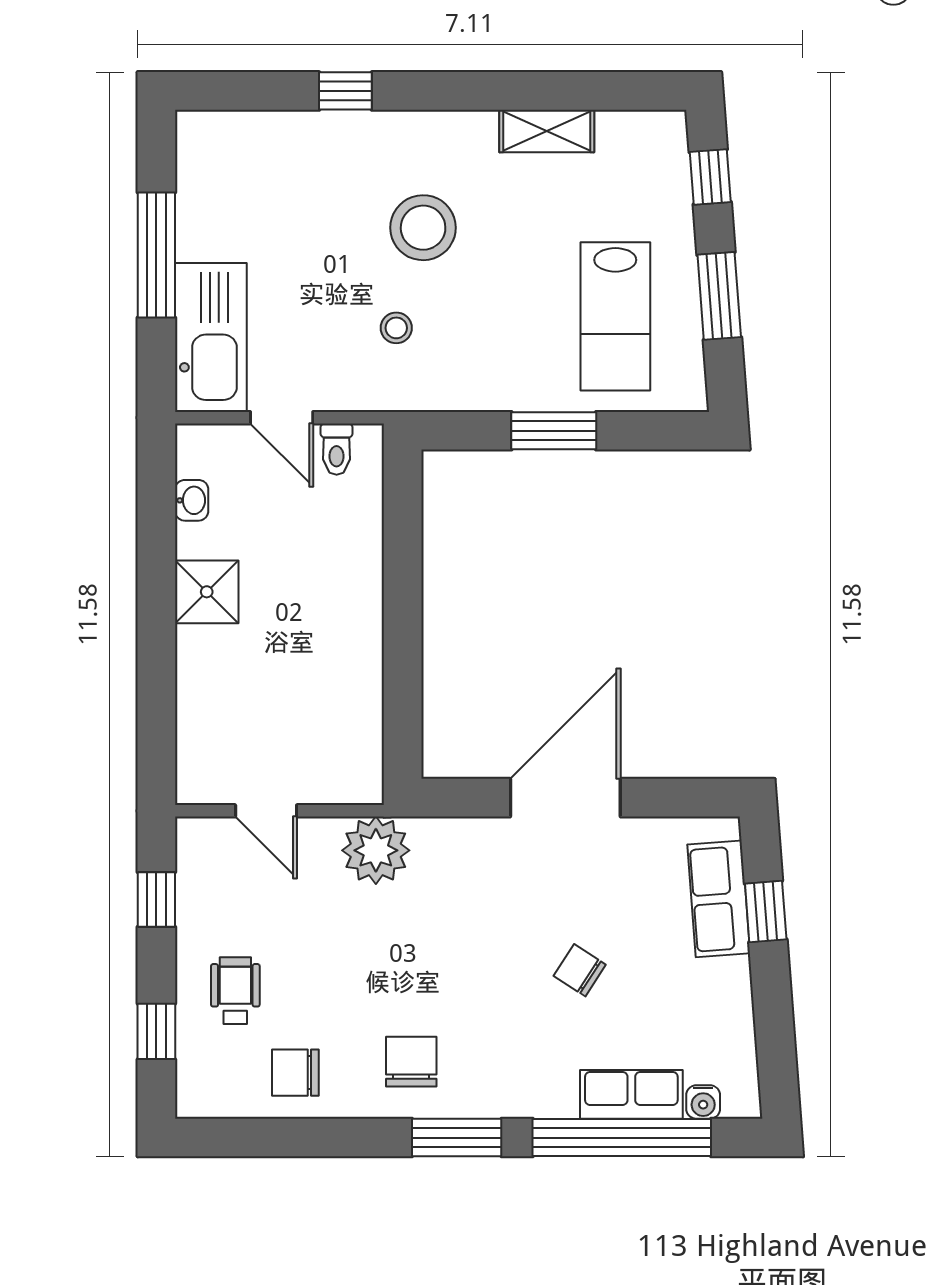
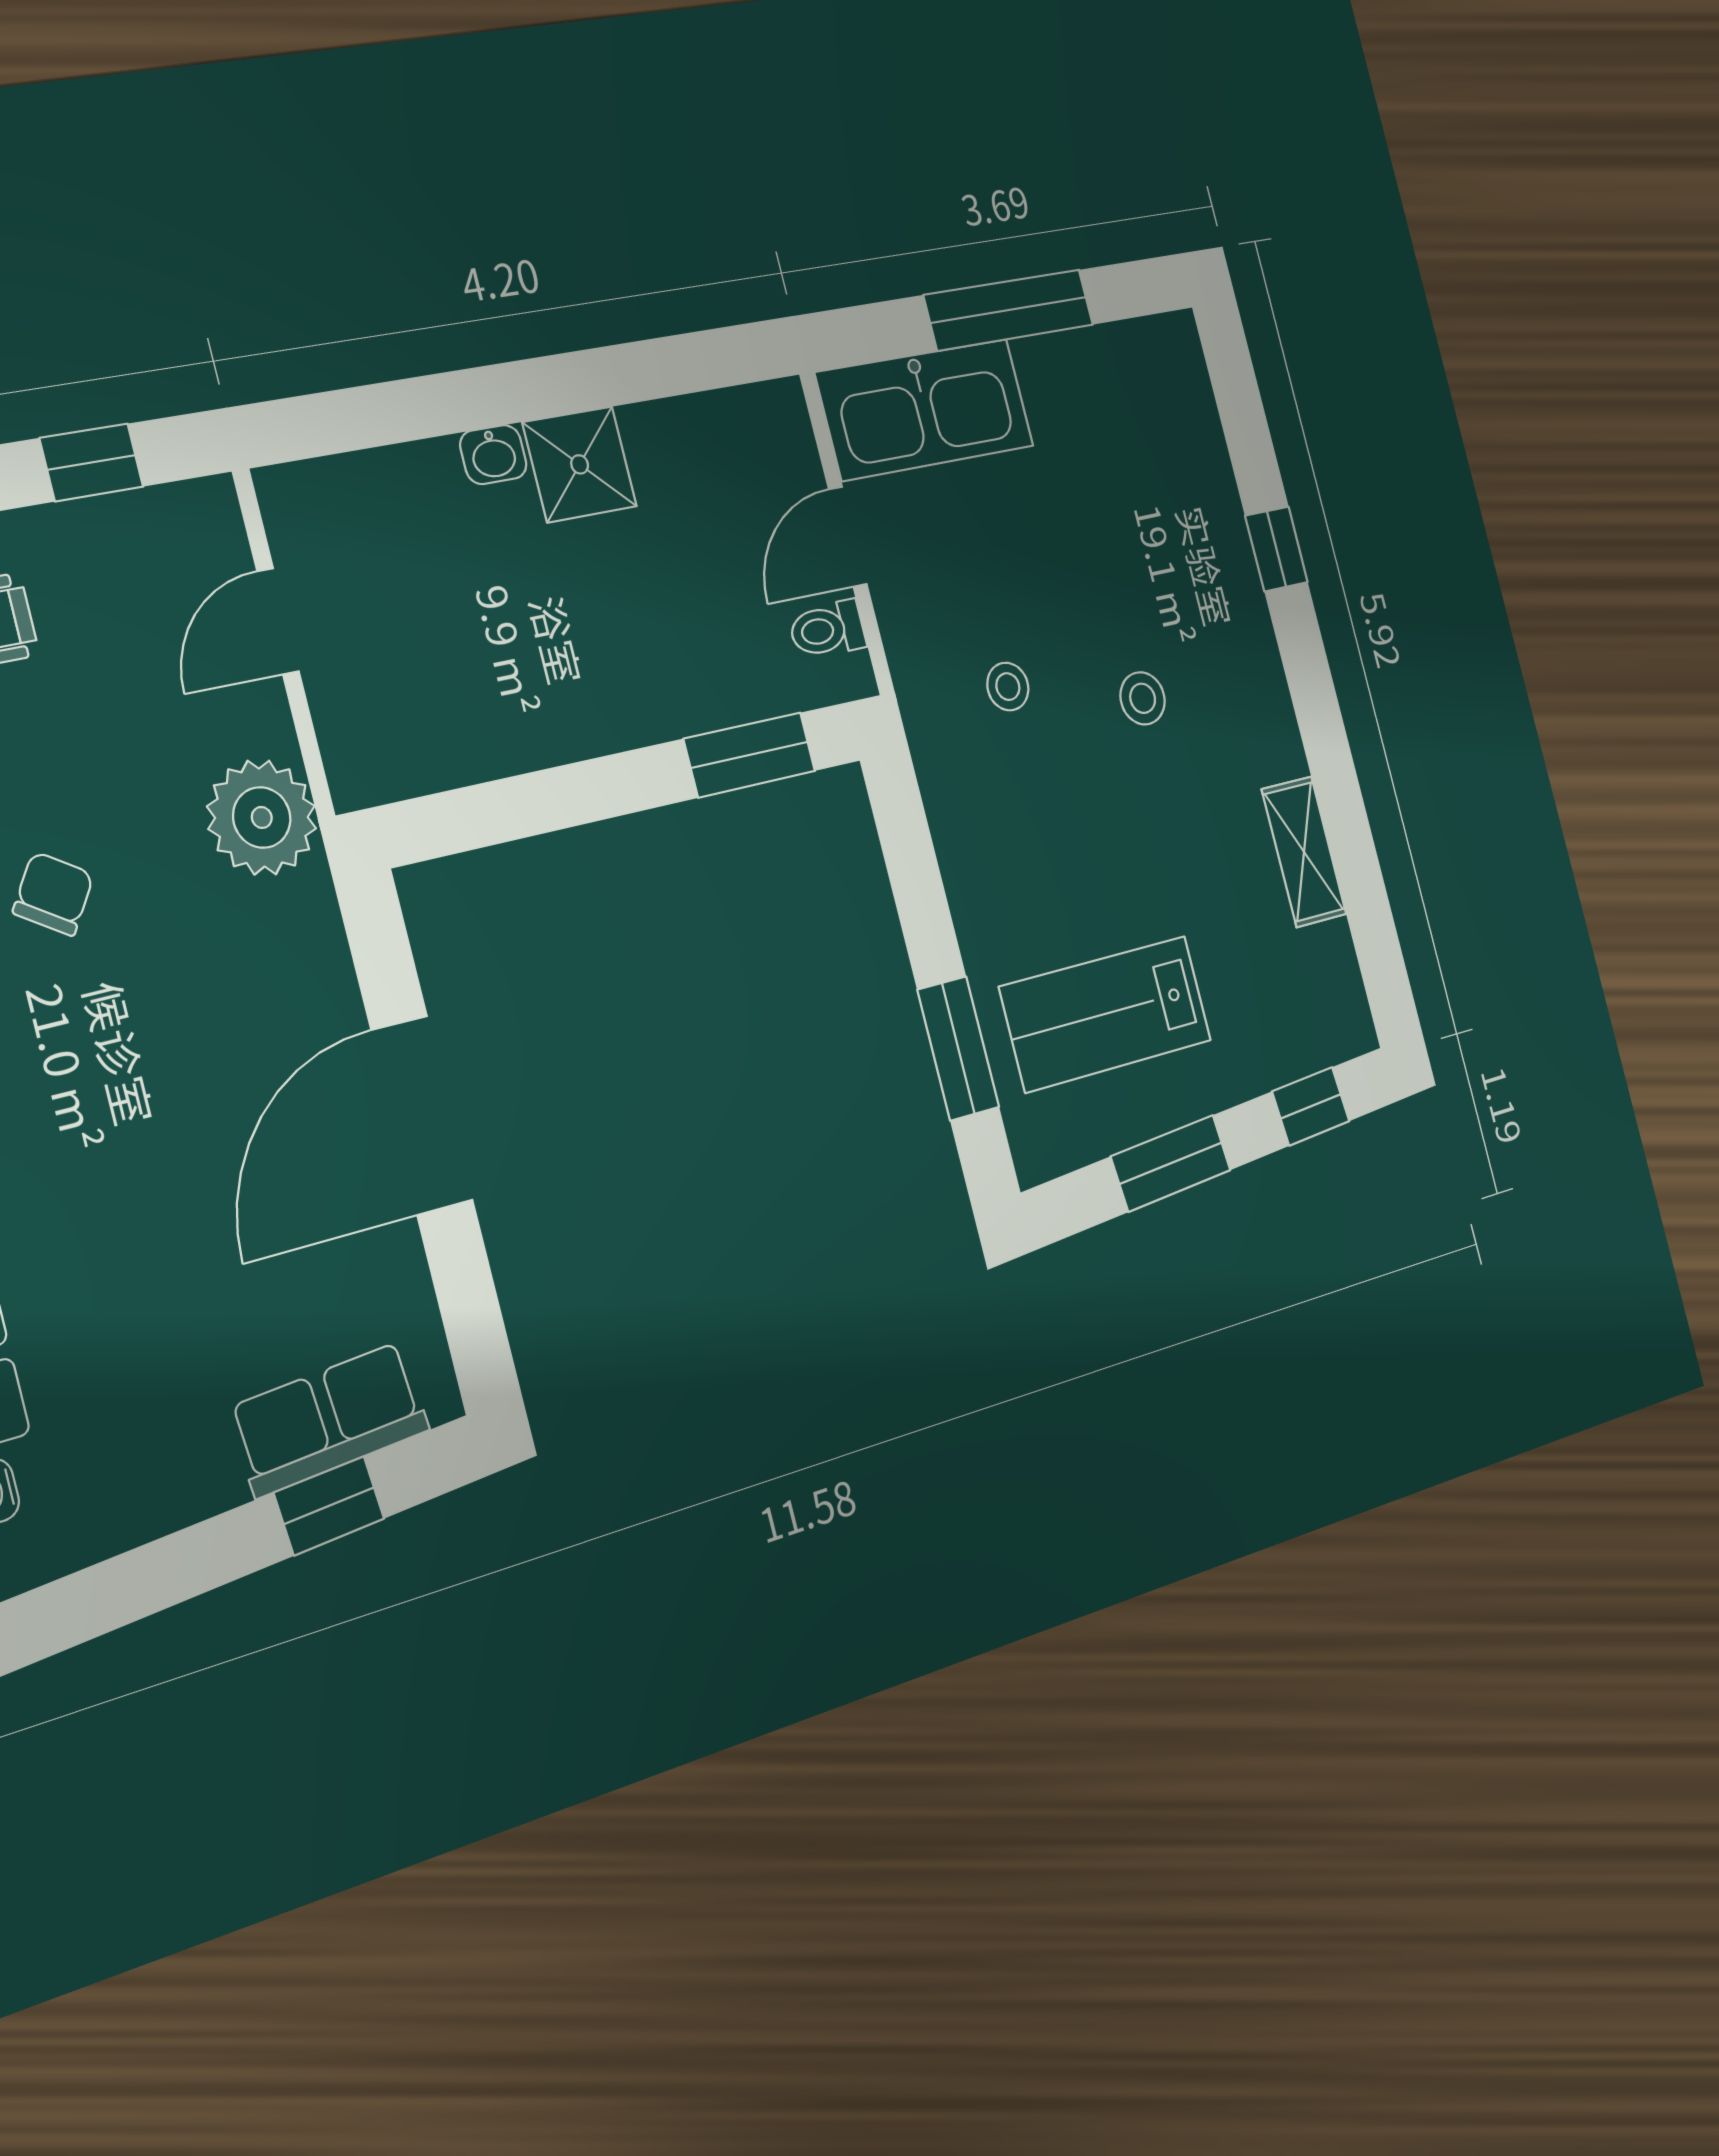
stool: (423, 228) -> (1143, 698), width x0.53, depth x0.53
window: (554, 431) -> (958, 1048), moved
washbasin: (192, 500) -> (493, 455), moved
window: (403, 526) -> (750, 755), added
door: (565, 798) -> (422, 1115), swing flipped
chair: (580, 970) -> (53, 894), moved

